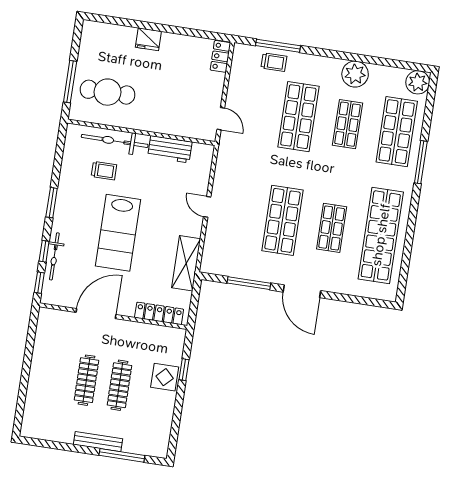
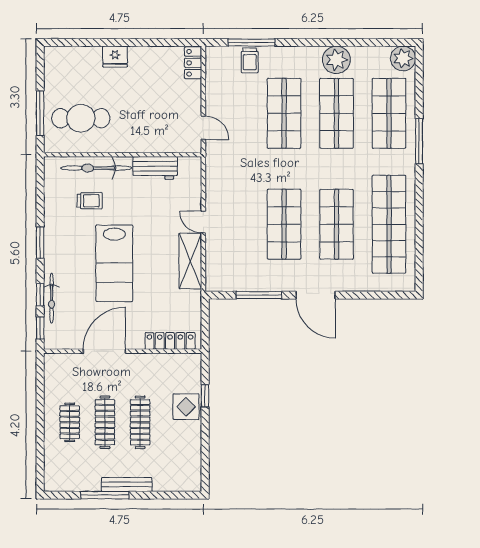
trolley: (274, 62) -> (250, 60), turned 90
shop shelf: (348, 124) -> (337, 113), width x1.43, depth x1.36
shop shelf: (332, 228) -> (337, 224), width x1.43, depth x1.36
shelving: (186, 263) -> (190, 261), moved
clothes rail: (54, 375) -> (70, 422), added
window: (122, 455) -> (105, 495), moved

